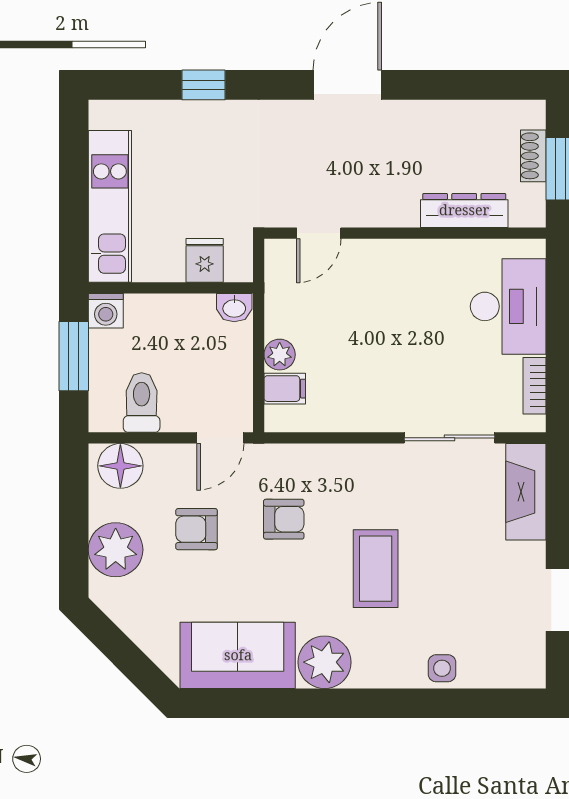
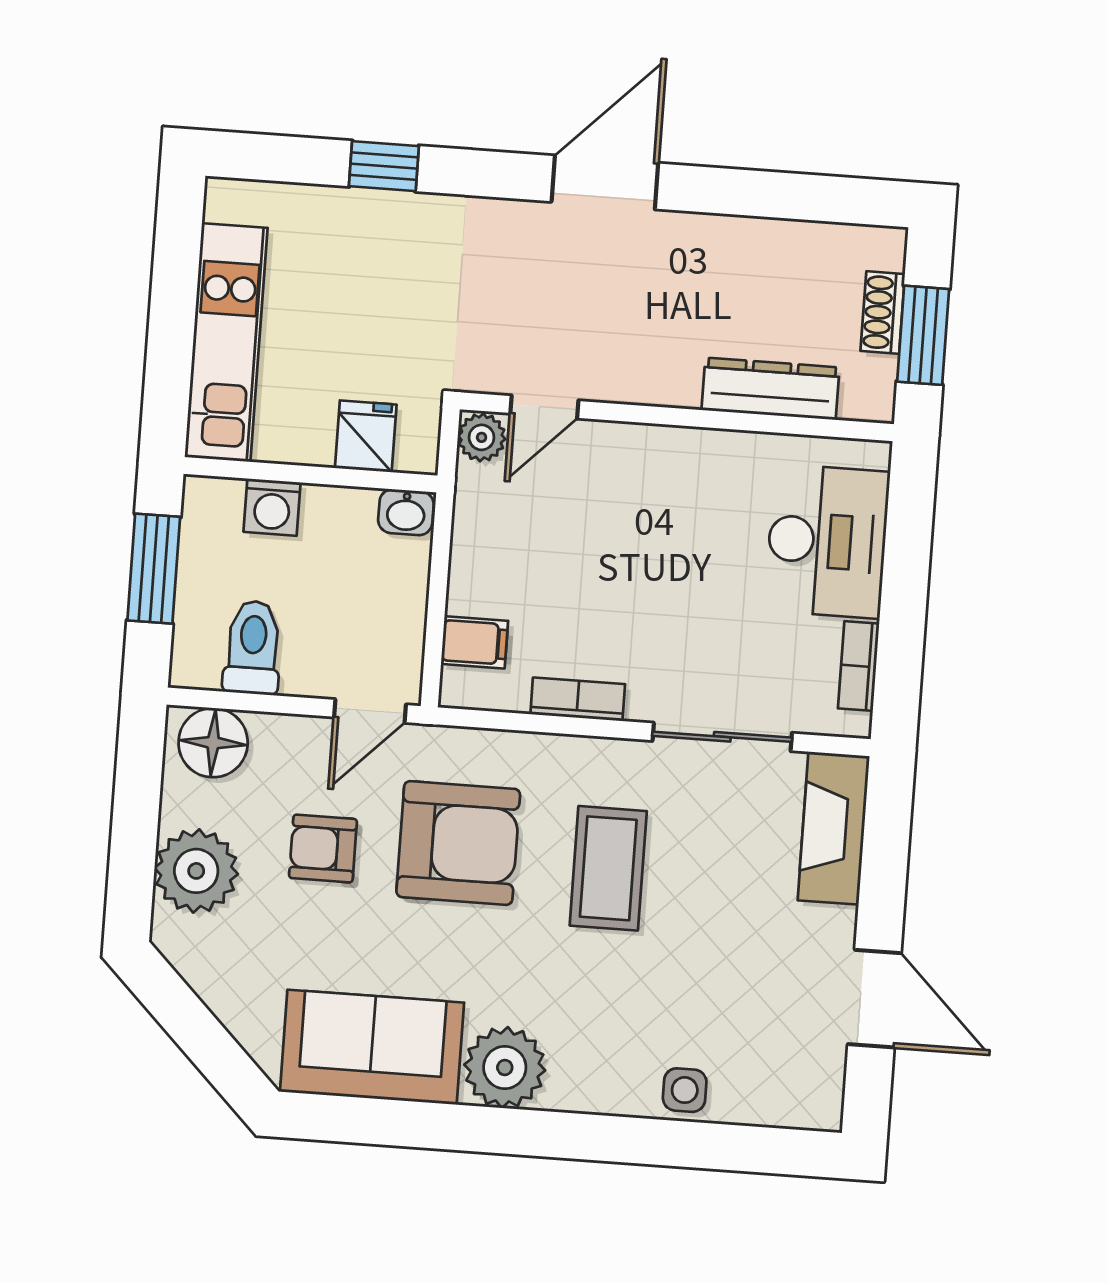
washing machine: (106, 311) -> (272, 507), moved
plant: (280, 355) -> (482, 437), moved
bookcase: (354, 420) -> (578, 699), added
armchair: (284, 519) -> (458, 843), width x1.88, depth x1.88
coffee table: (376, 569) -> (608, 868), moved

